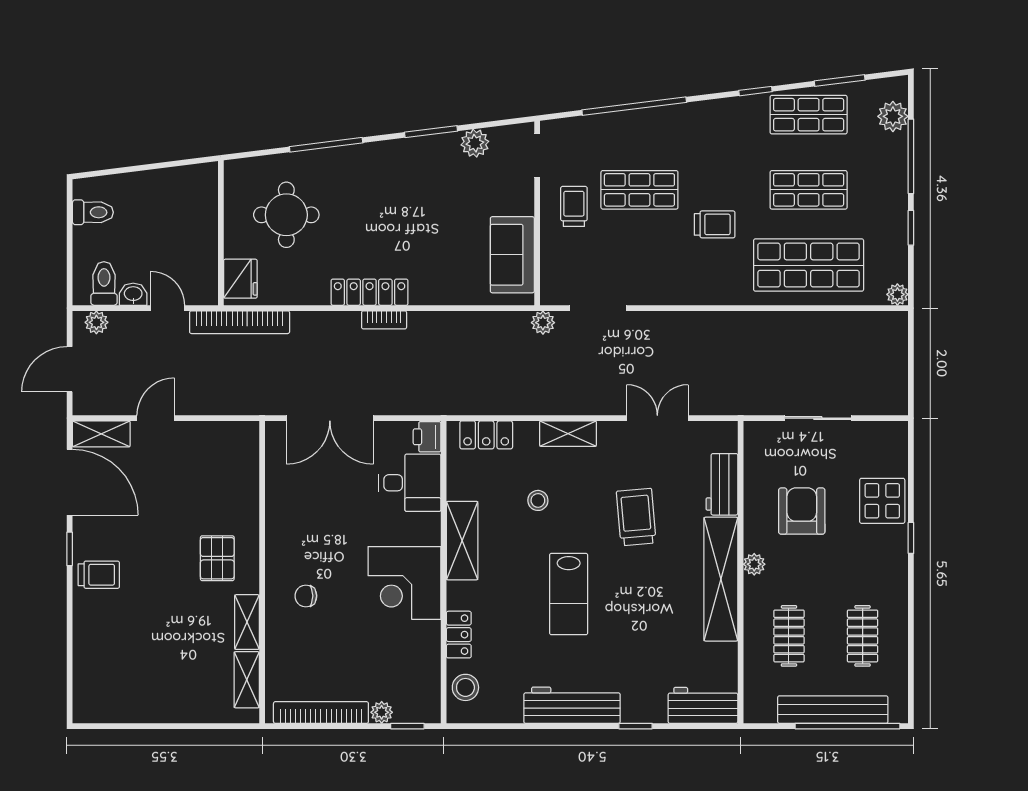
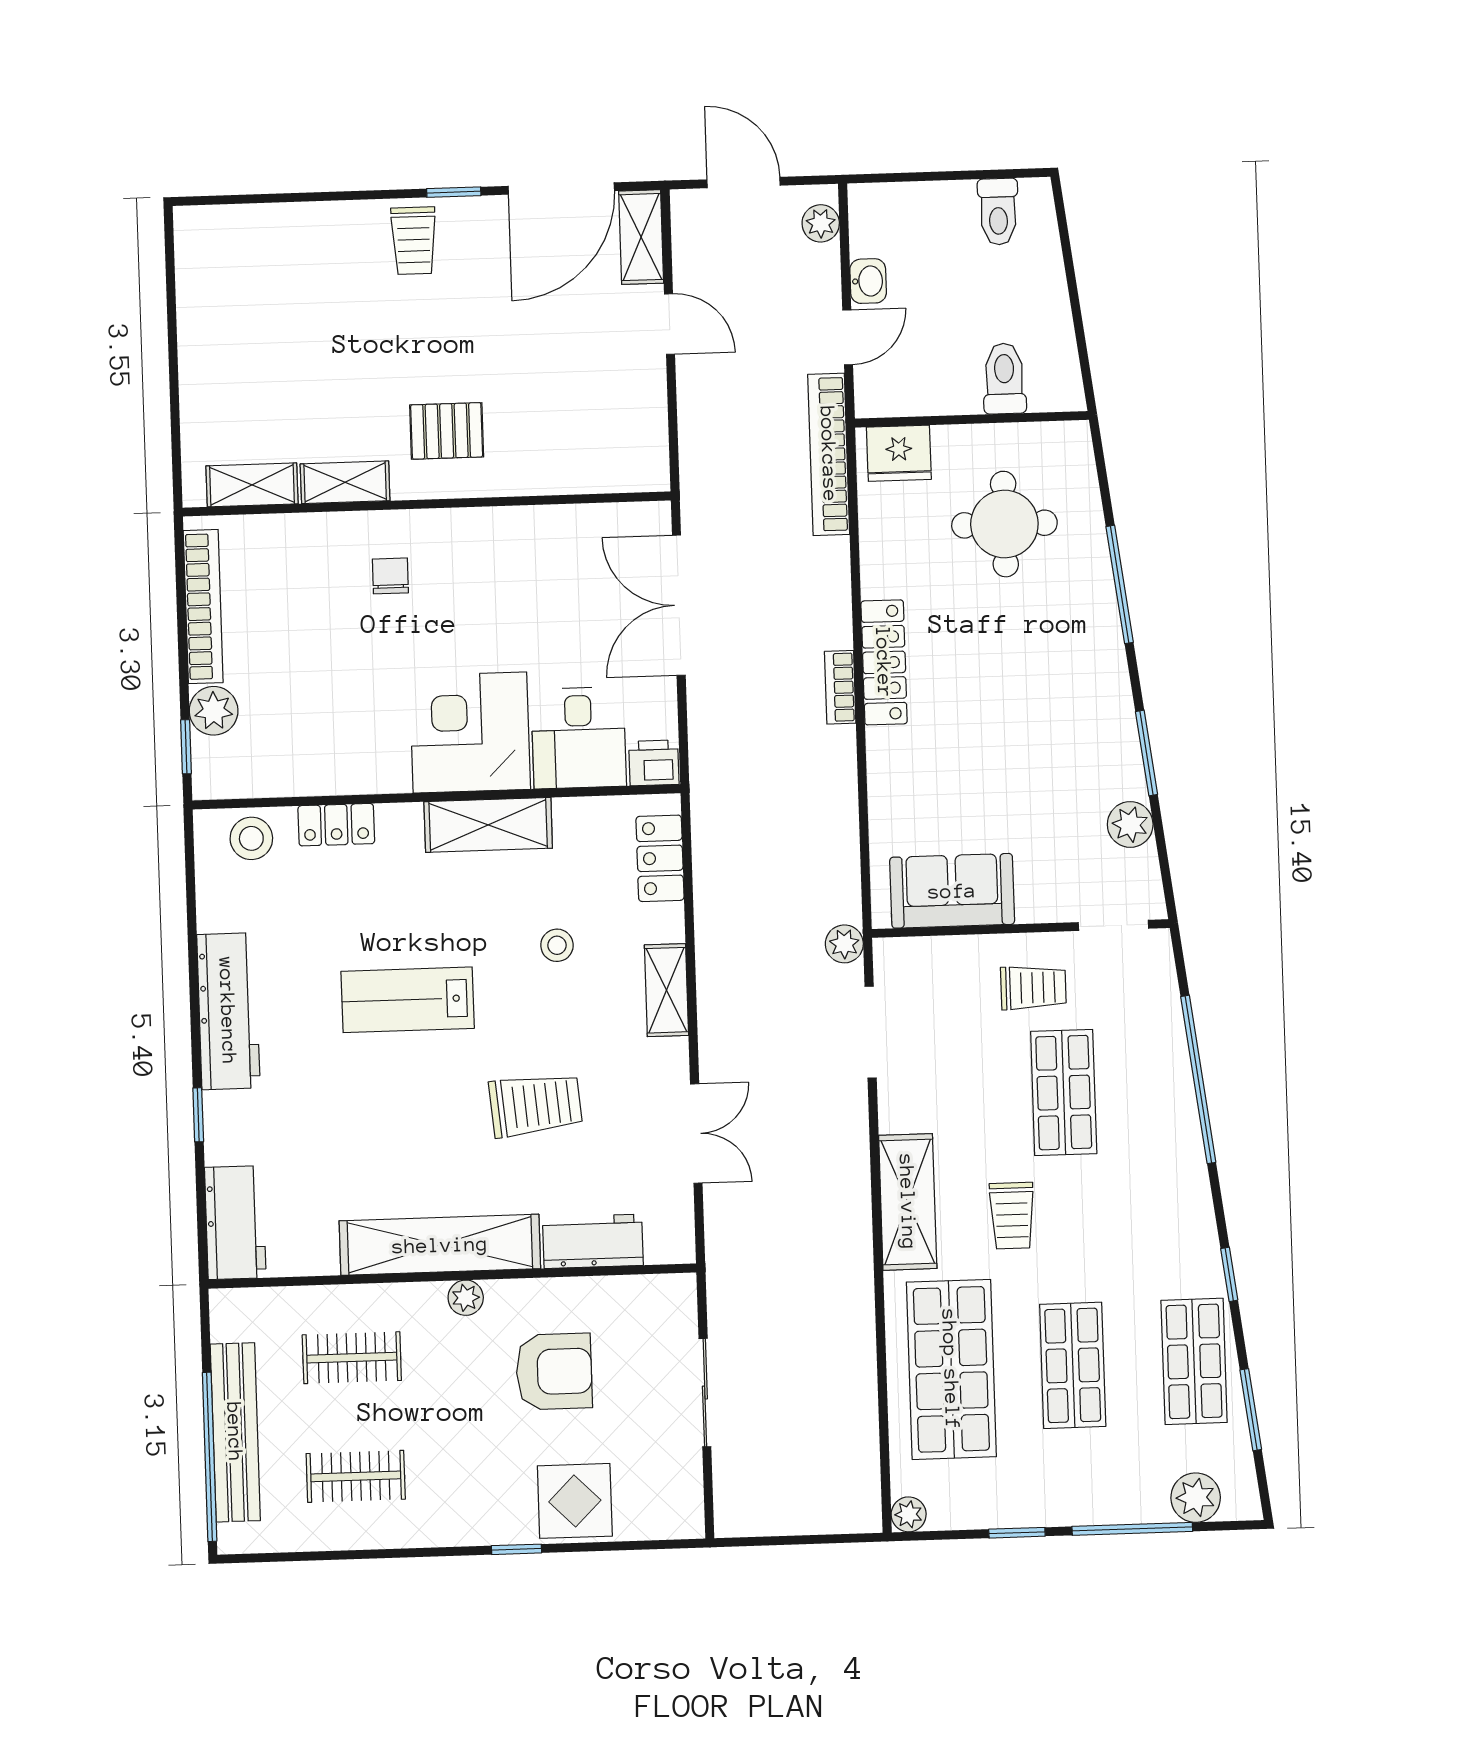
toilet: (104, 284) -> (1004, 379), moved, turned -90
shelving: (704, 289) -> (908, 1202), added
corner desk: (404, 583) -> (470, 733), moved
plant: (382, 712) -> (214, 711), width x1.38, depth x1.38

